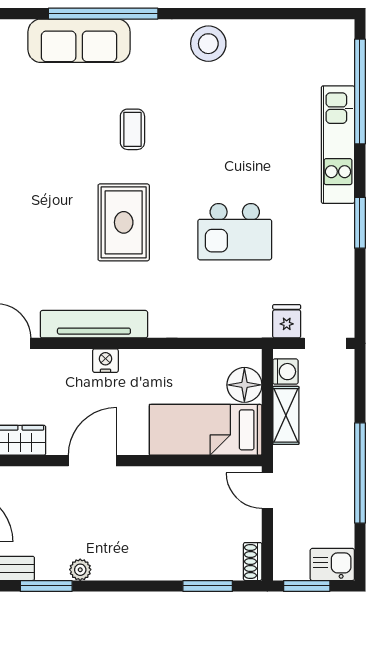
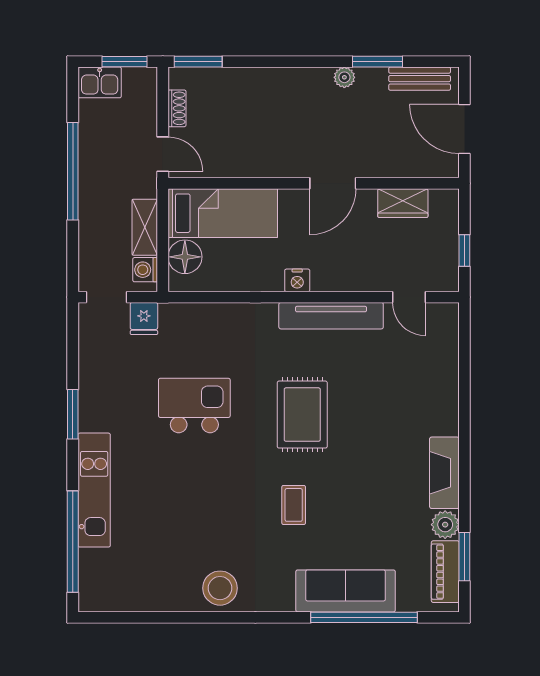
window: (103, 14) -> (364, 617), moved
nightstand: (105, 361) -> (297, 280), moved
shoe rack: (253, 562) -> (177, 108), moved
window: (208, 586) -> (198, 62), moved

